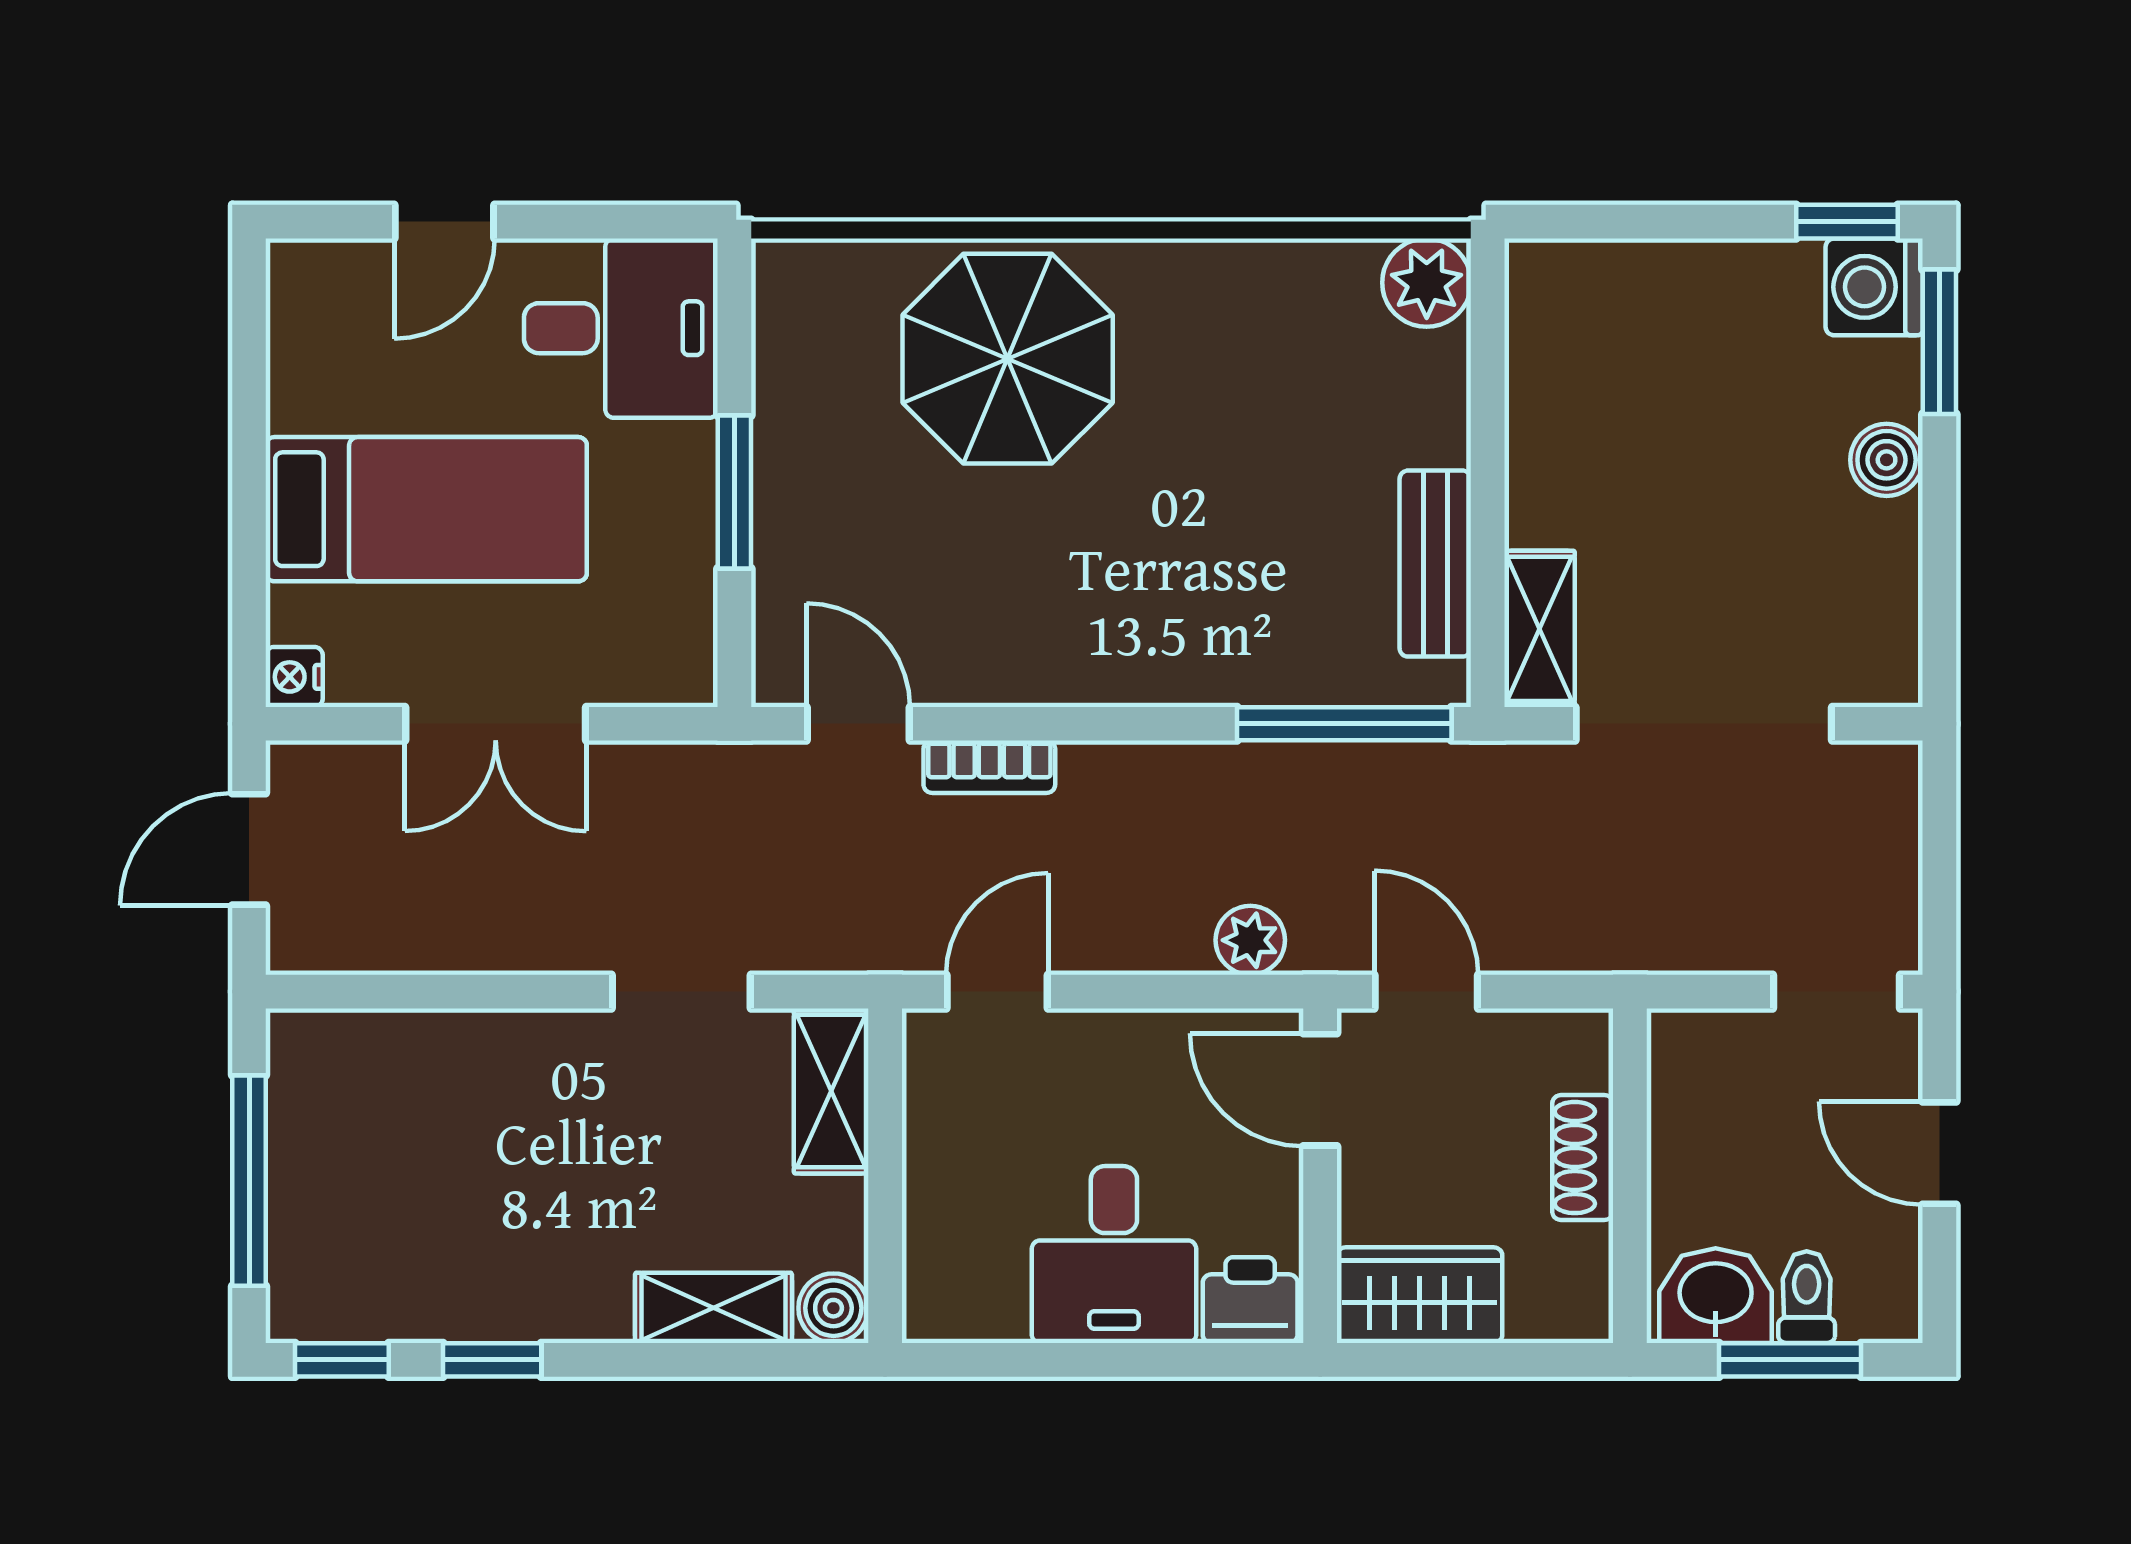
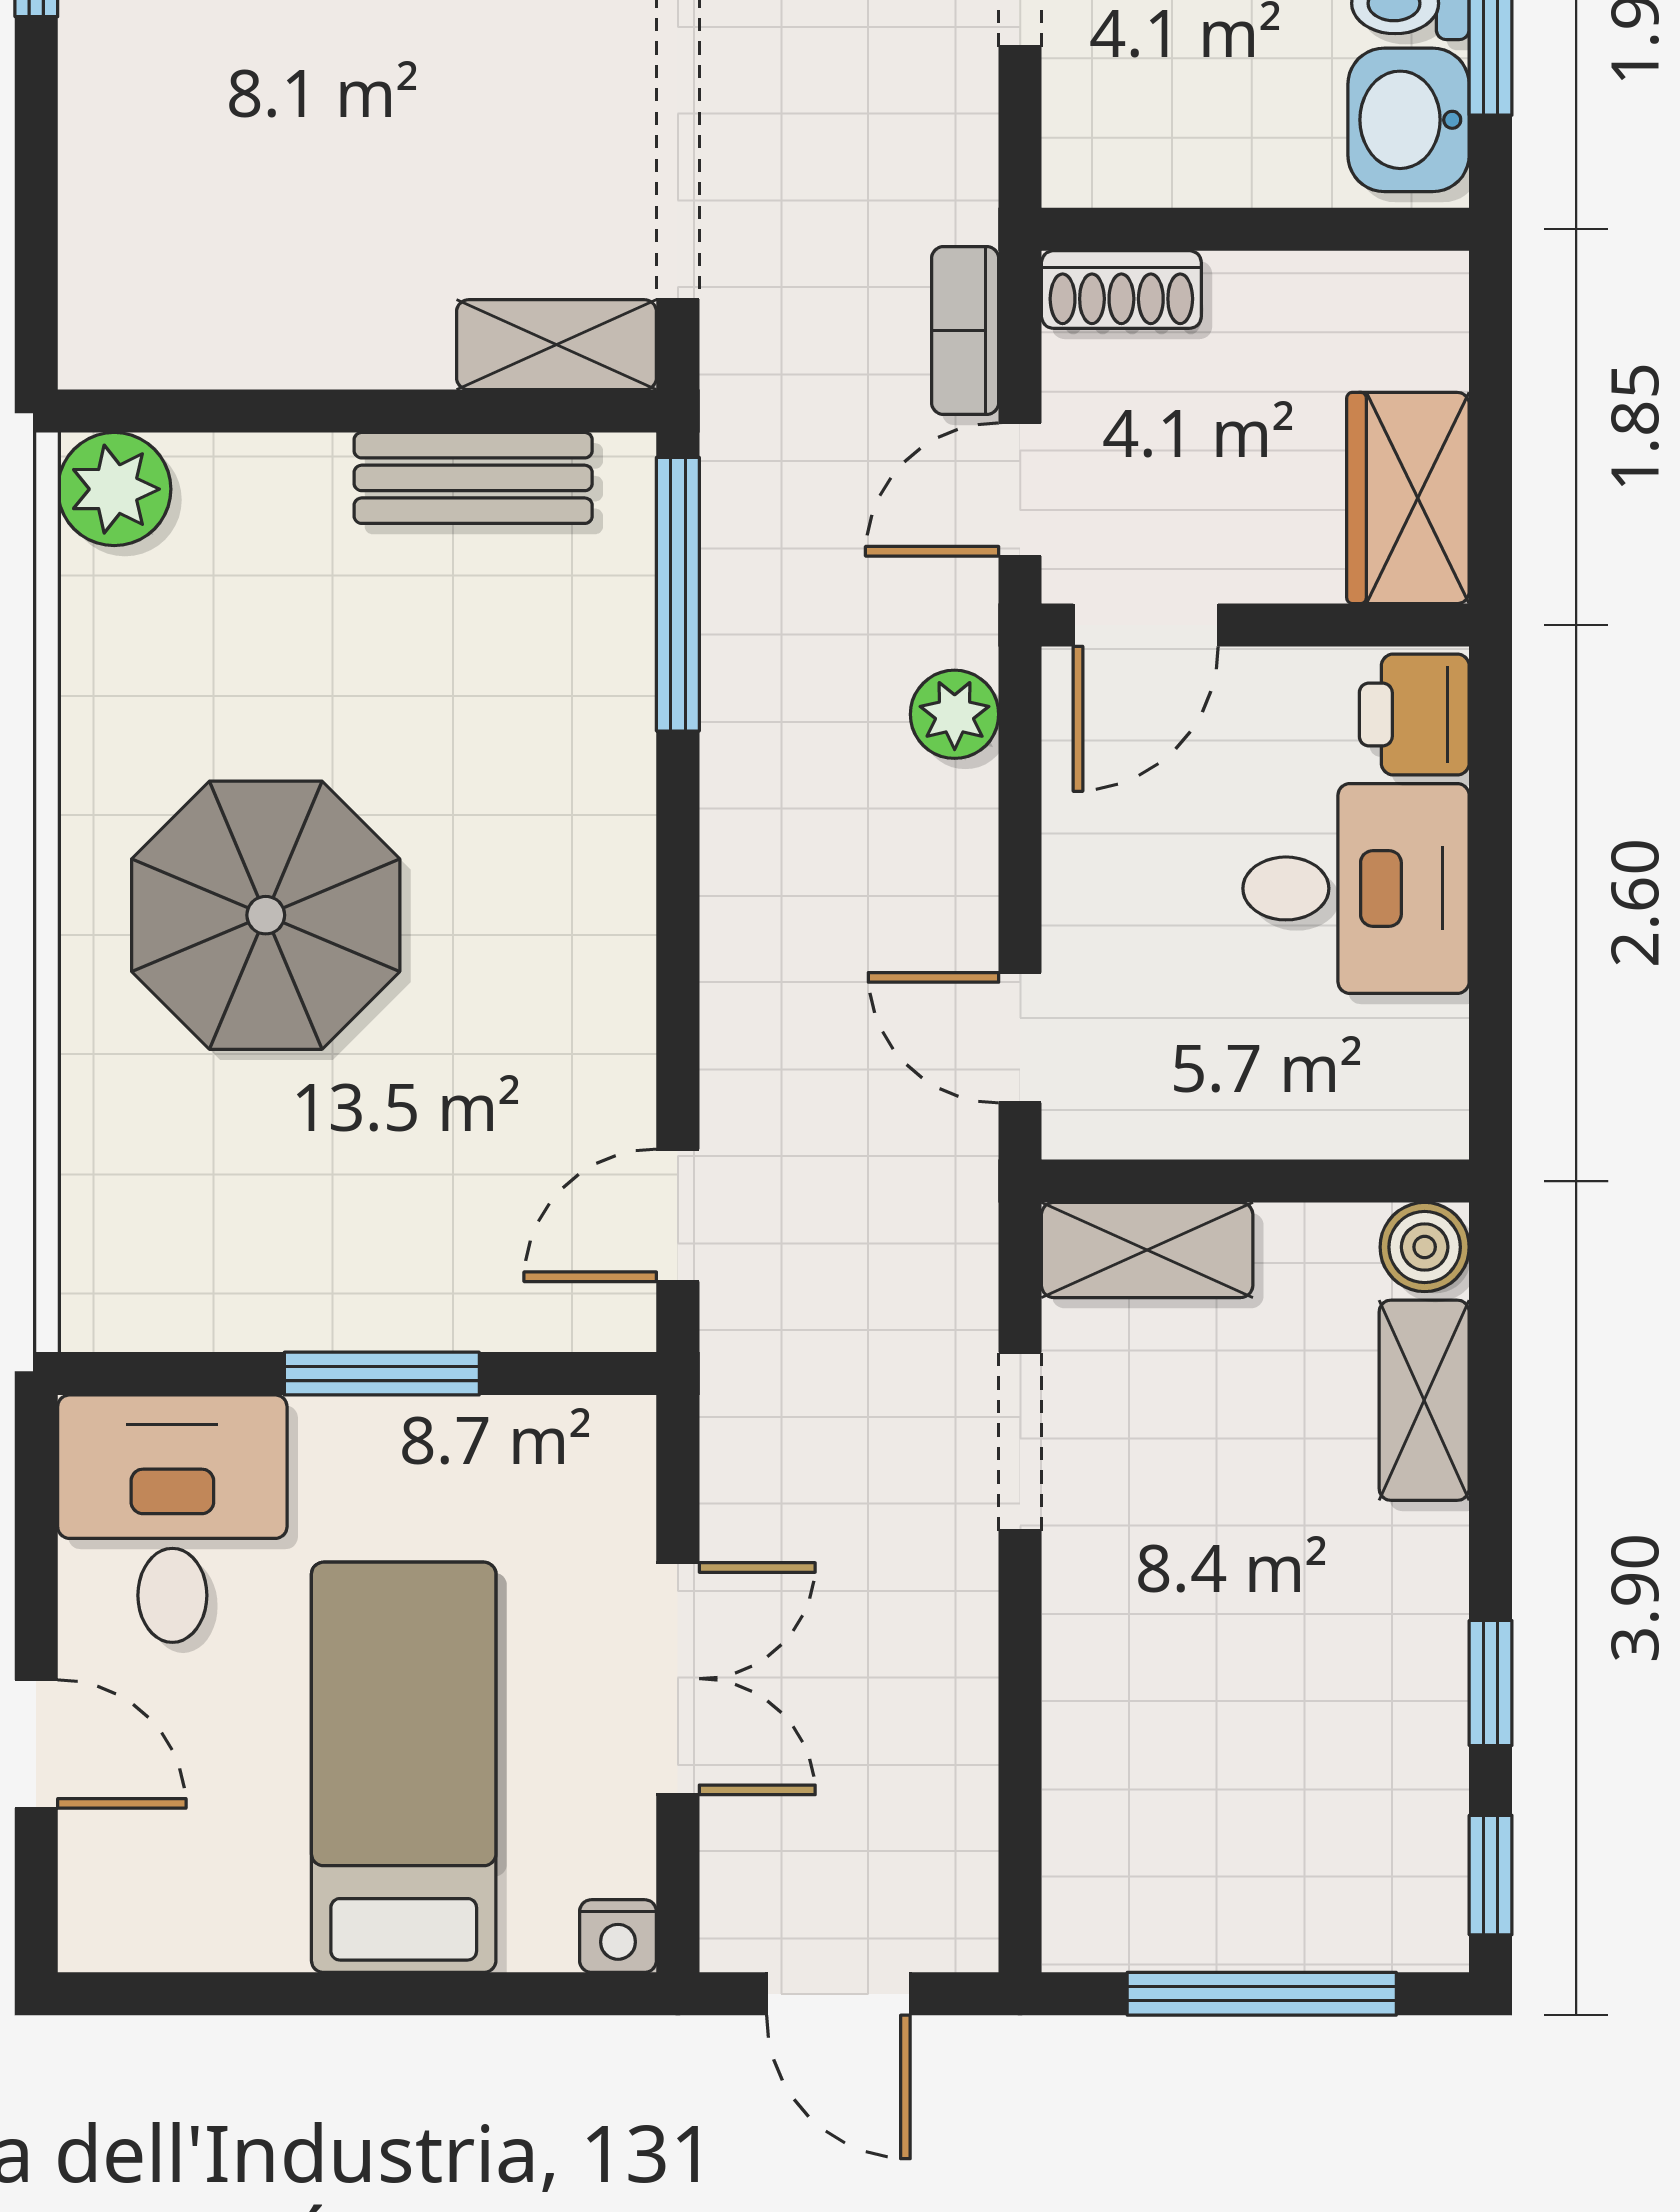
parasol: (1008, 359) -> (266, 915), moved
bookcase: (989, 767) -> (965, 330), moved, turned 180
shoe rack: (1583, 1158) -> (1121, 290), moved

